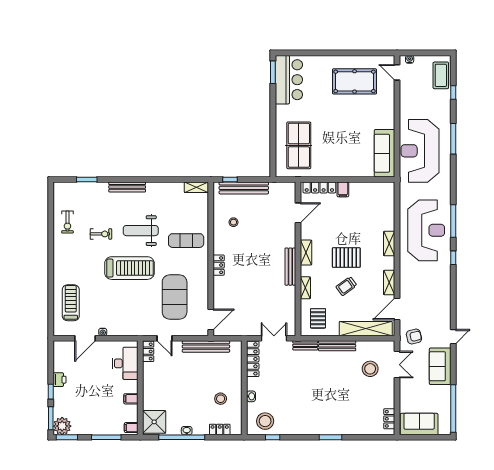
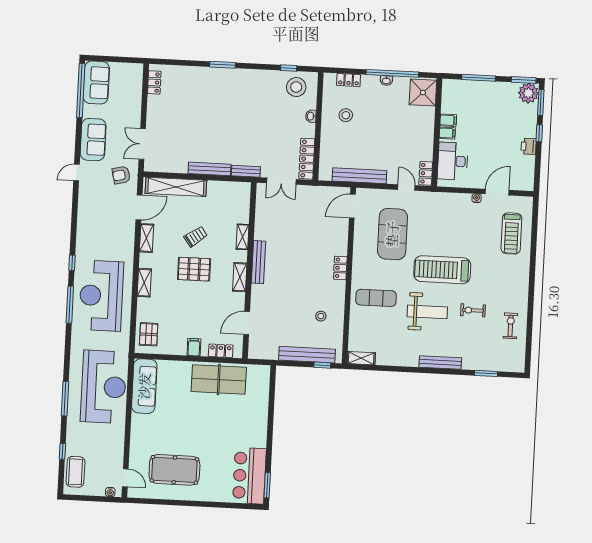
table tennis table: (299, 145) -> (219, 379), moved, turned 90
locker: (319, 187) -> (221, 351), width x0.66
pallet: (318, 318) -> (149, 334), moved
stool: (370, 369) -> (173, 141), removed
sofa: (419, 424) -> (96, 83), moved, turned -90
filing cabinet: (131, 428) -> (447, 133), moved

